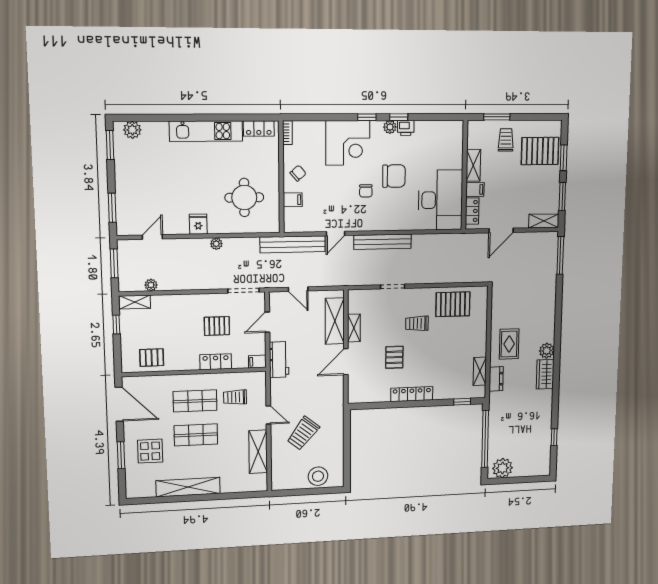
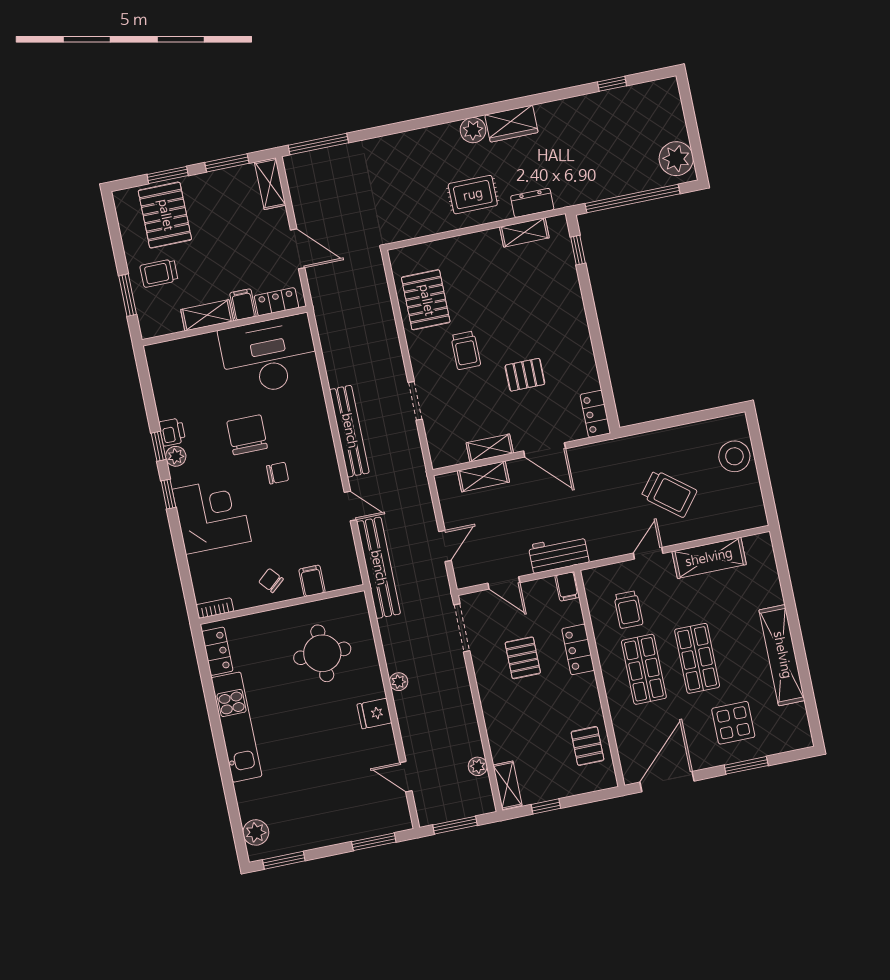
shelving: (335, 321) -> (483, 476), width x0.67, depth x0.75
locker: (412, 394) -> (595, 414), moved, width x0.66

